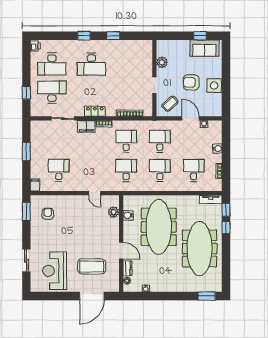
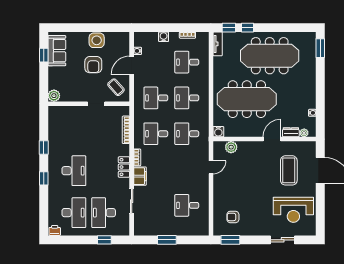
plant: (162, 62) -> (54, 96), moved
filing cabinet: (35, 185) -> (202, 231), removed
water cooler: (128, 215) -> (218, 132), moved

